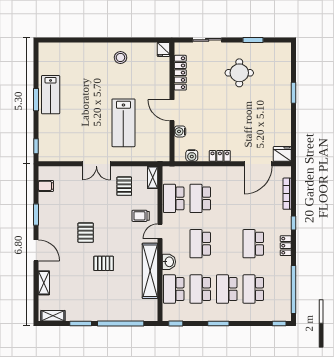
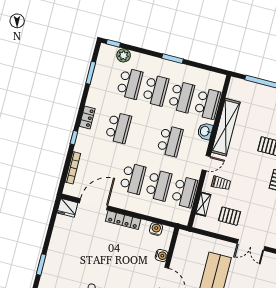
locker: (220, 156) -> (123, 220), width x1.53
double door: (96, 164) -> (251, 245), swing flipped
shelving: (153, 177) -> (203, 204), moved
pallet: (124, 186) -> (230, 216), turned 90
school desk: (227, 198) -> (133, 178), added
window: (293, 290) -> (91, 73), width x0.47
plant: (266, 314) -> (124, 55), added
window: (176, 324) -> (214, 69), removed

